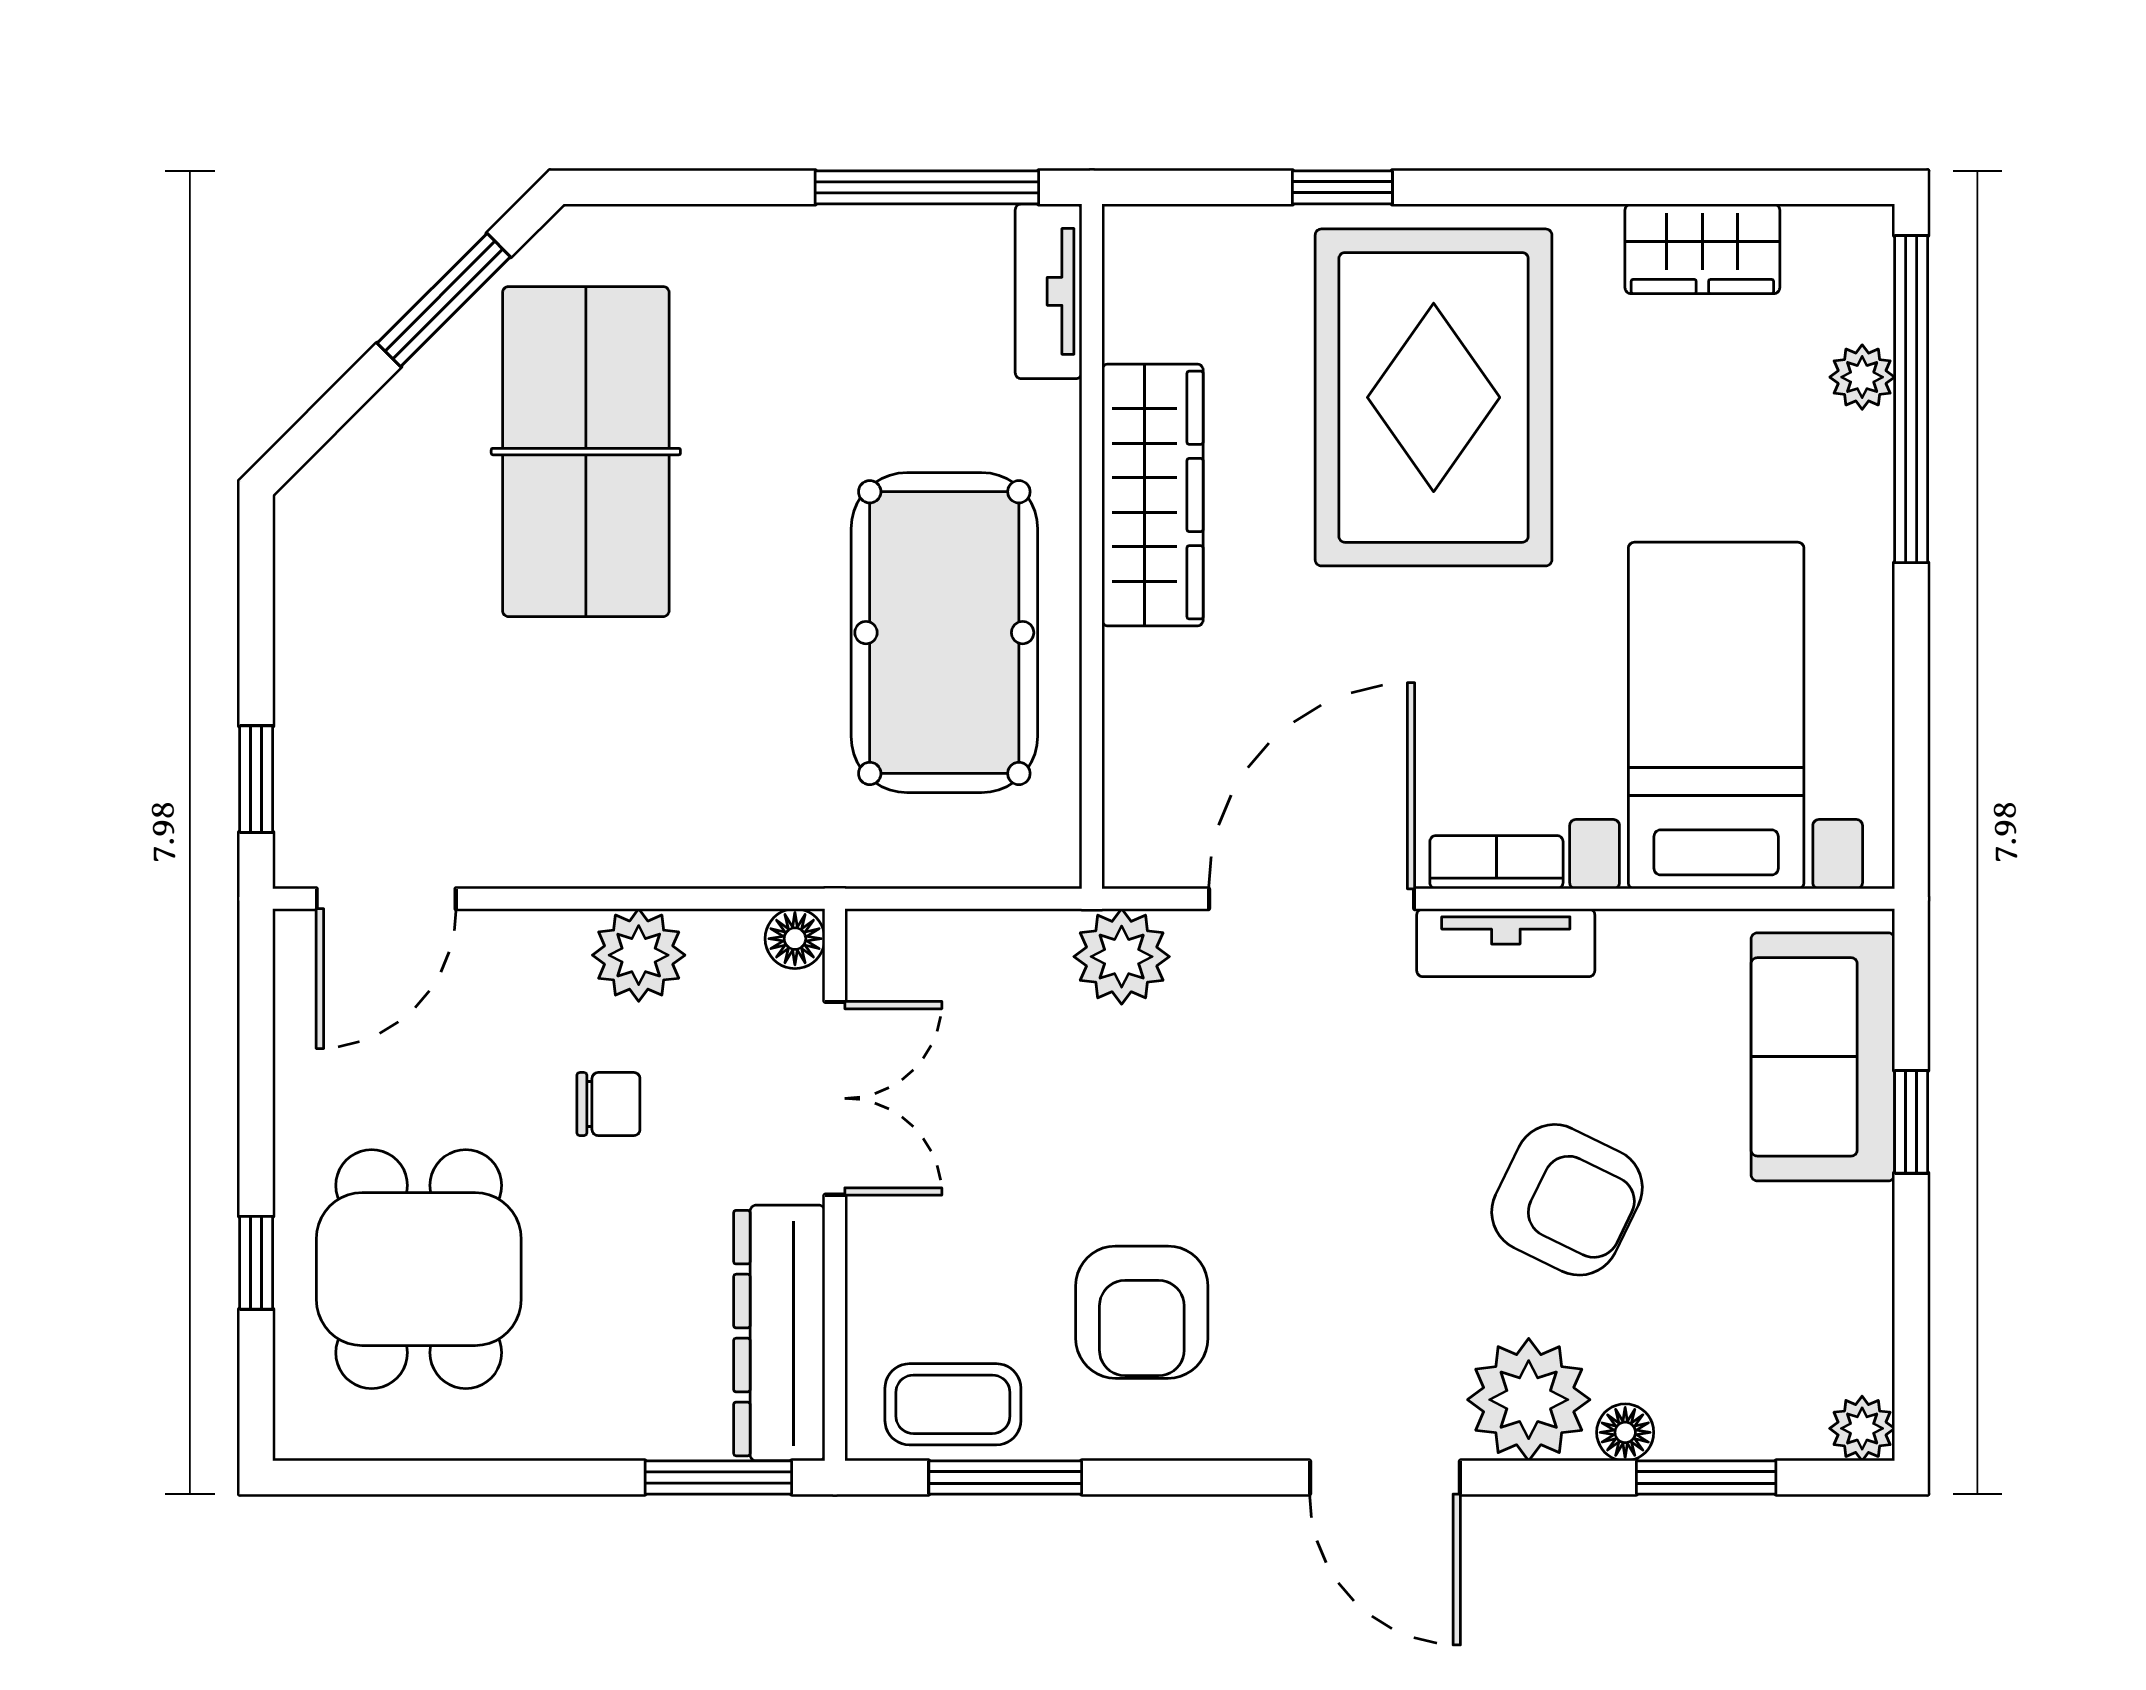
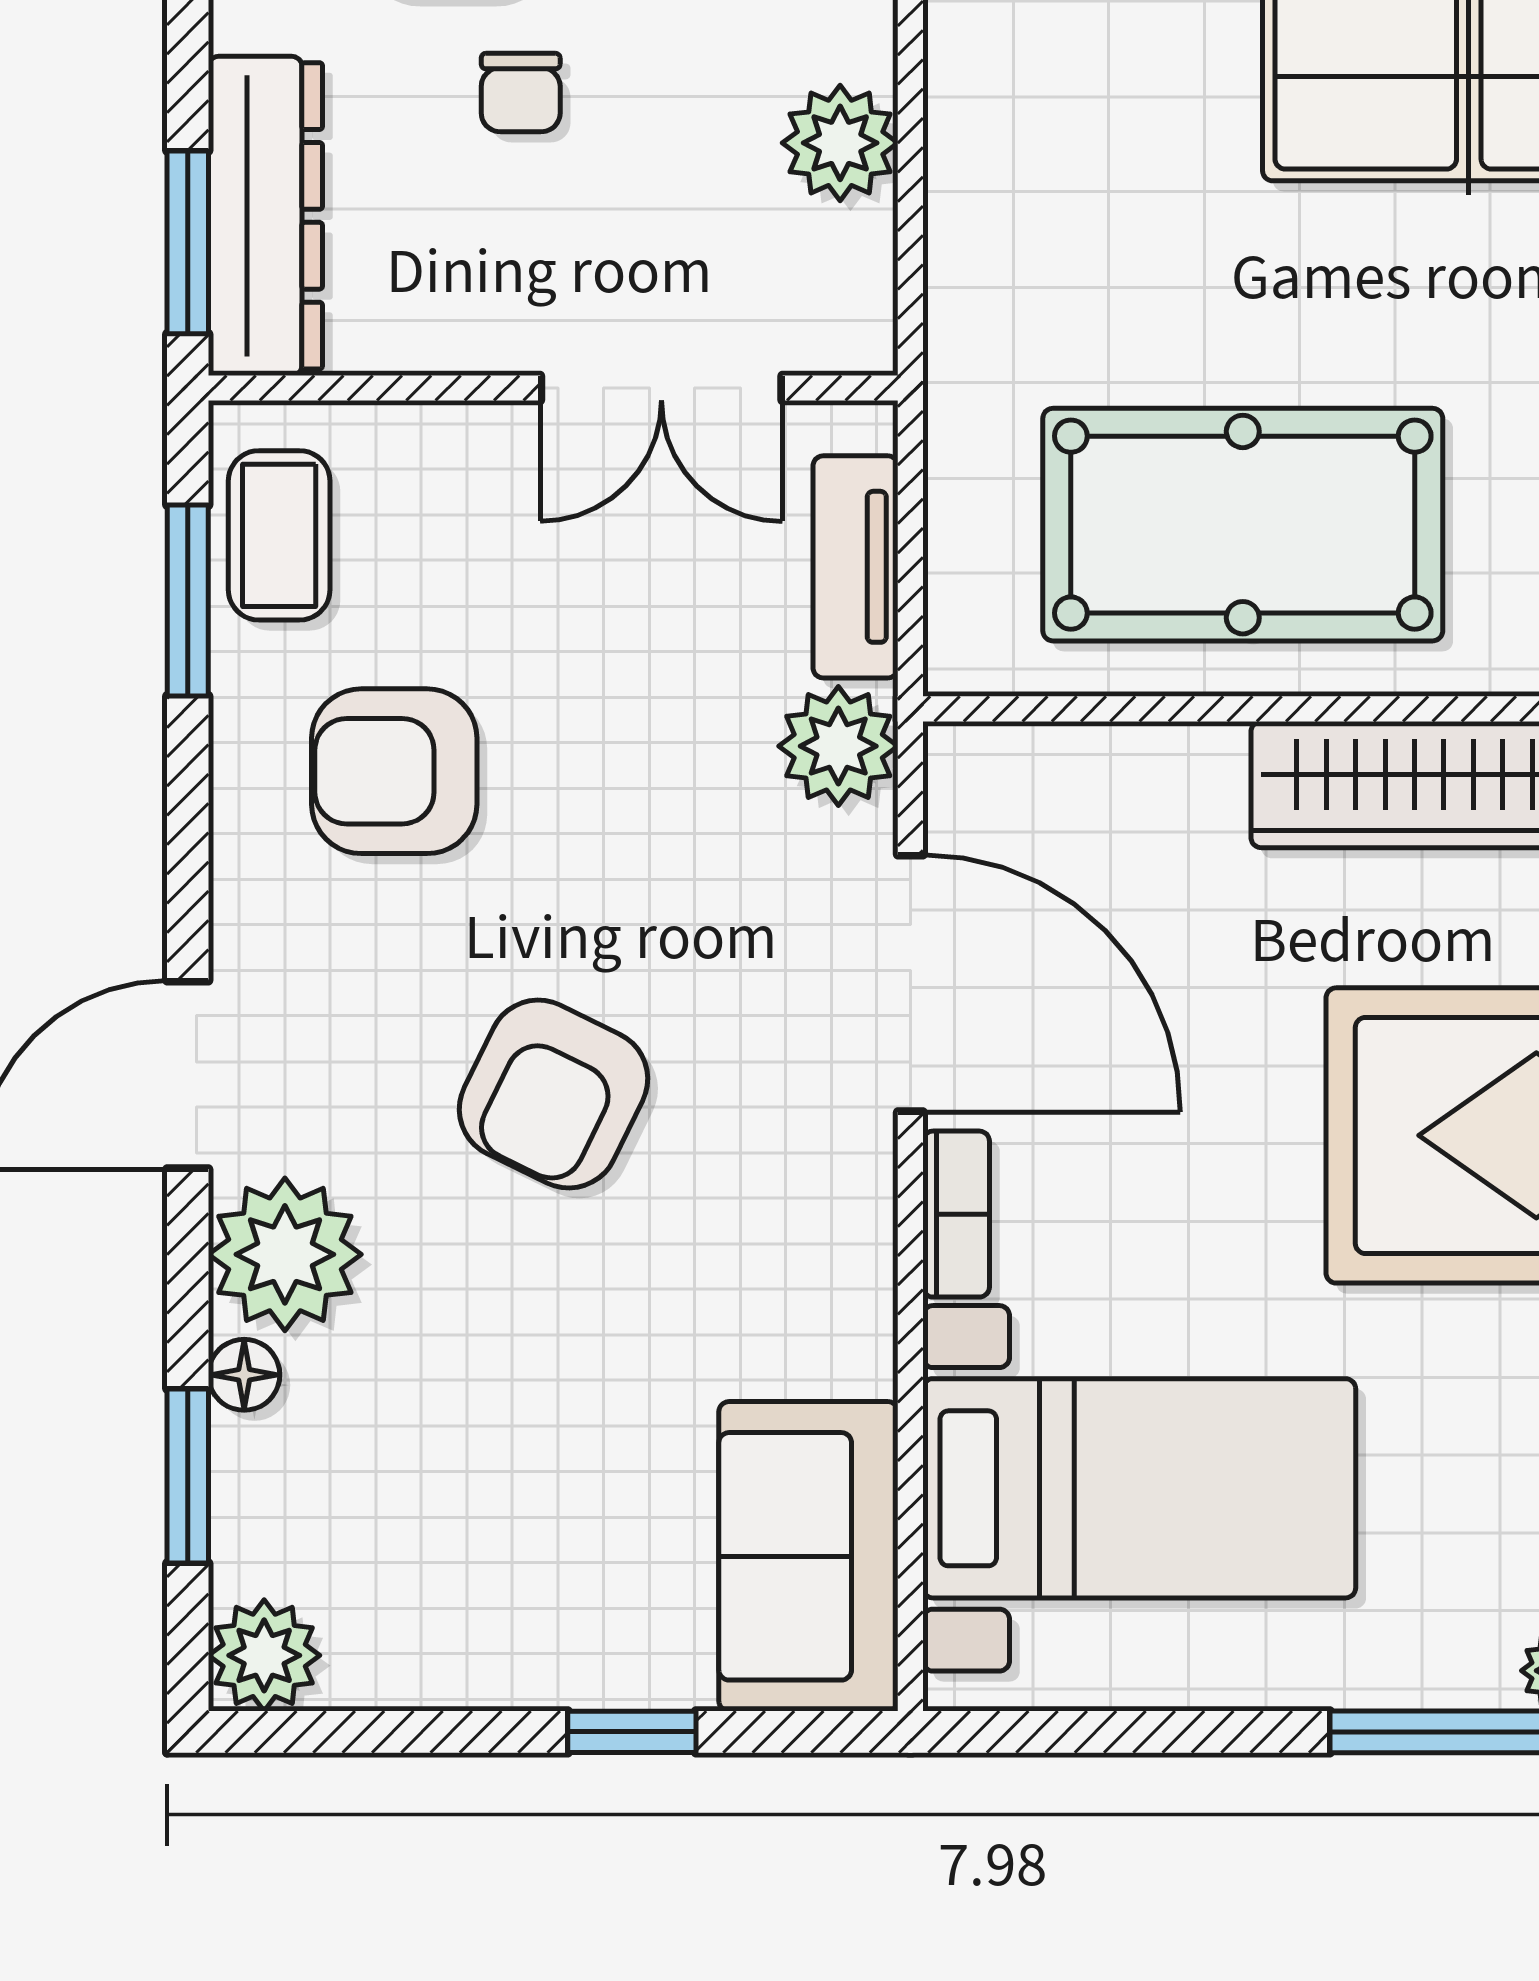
floor lamp: (795, 939) -> (861, 338), removed
tv unit: (1506, 943) -> (856, 567), moved
sofa: (1823, 1057) -> (808, 1556), moved, turned -90
chair: (608, 1104) -> (521, 93), moved
armchair: (1567, 1200) -> (554, 1094), moved
dresser: (779, 1333) -> (265, 216), moved, turned 90
plant: (1862, 1428) -> (264, 1655), width x1.38, depth x1.38

